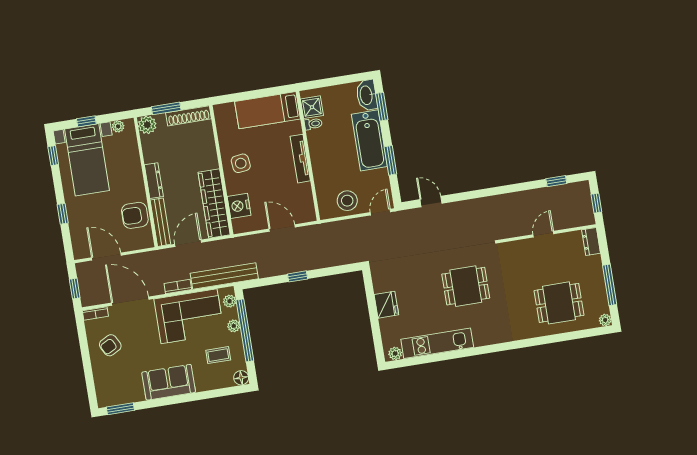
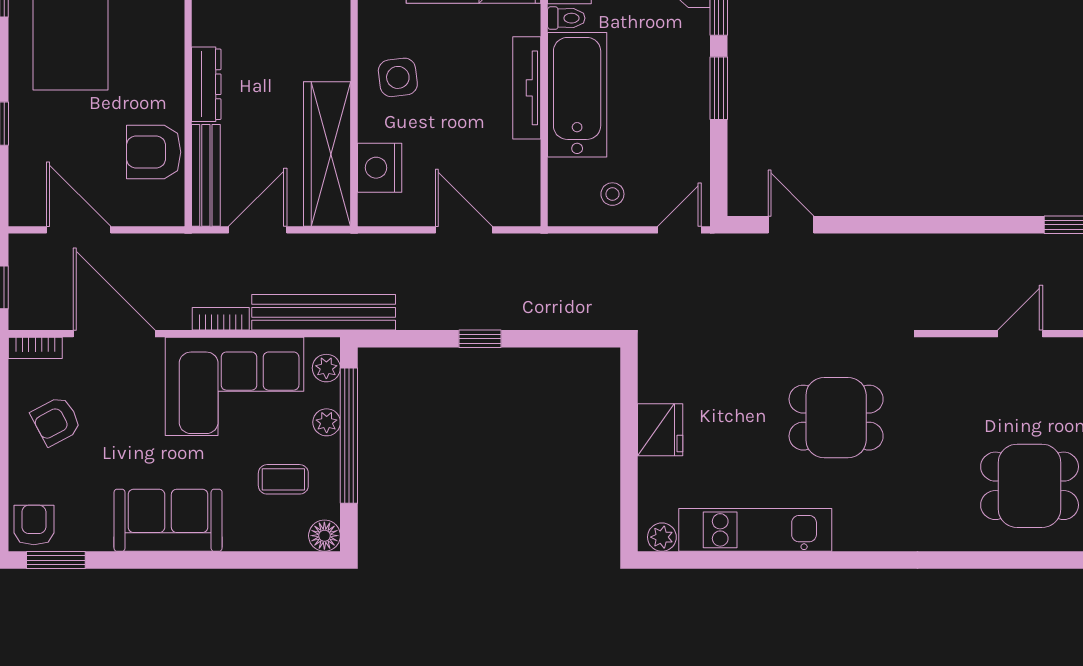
bathtub: (369, 140) -> (577, 95), moved, turned 180
window: (390, 160) -> (719, 88), moved
stool: (347, 201) -> (612, 194), width x0.53, depth x0.53
armchair: (108, 394) -> (34, 525), added

